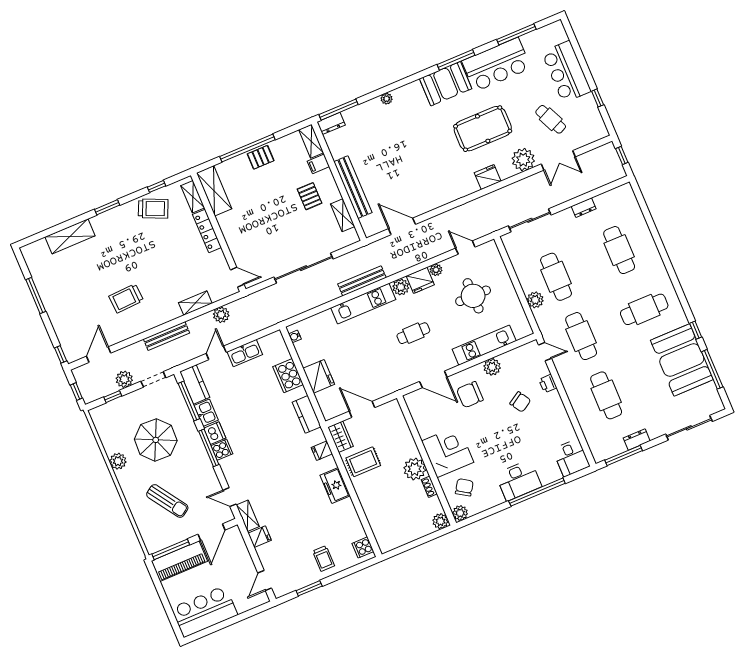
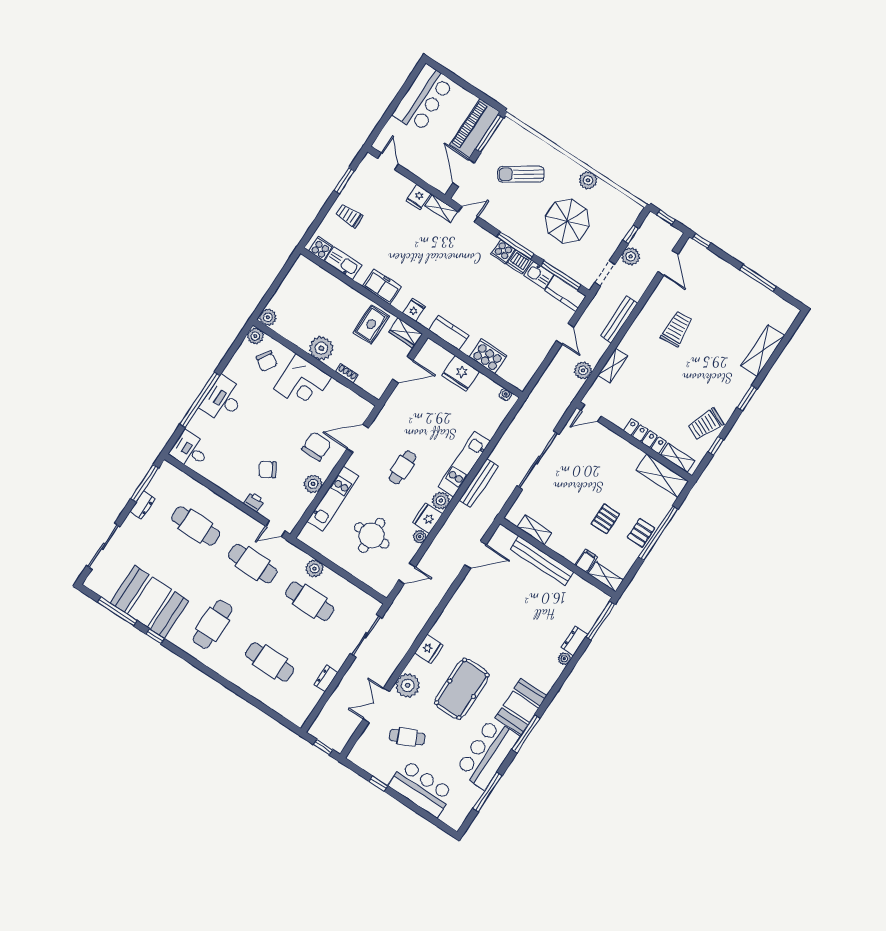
dresser: (331, 123) -> (575, 641), moved
pallet: (310, 196) -> (605, 519), moved, turned 90
kitchen sink: (245, 353) -> (343, 263), moved, turned 90
shoe rack: (429, 487) -> (347, 373), moved

